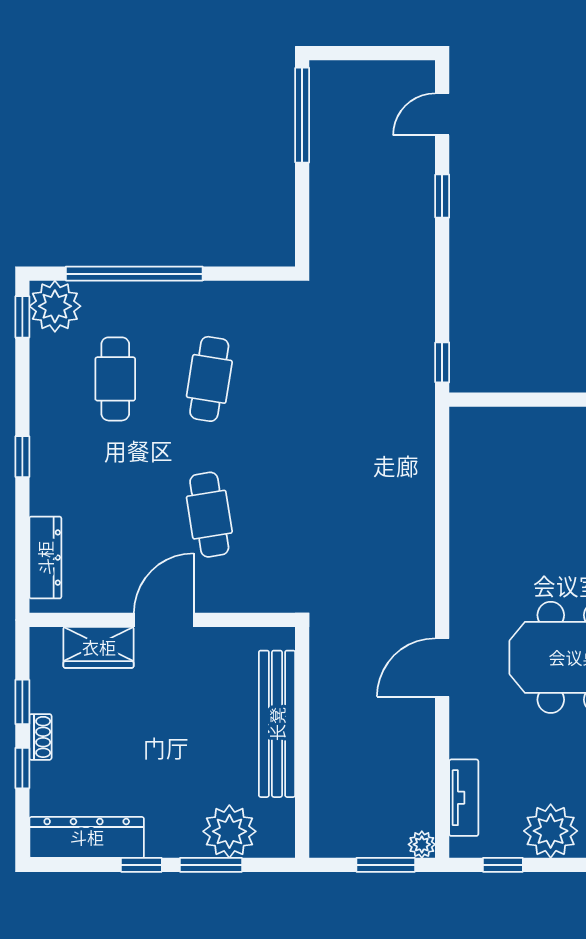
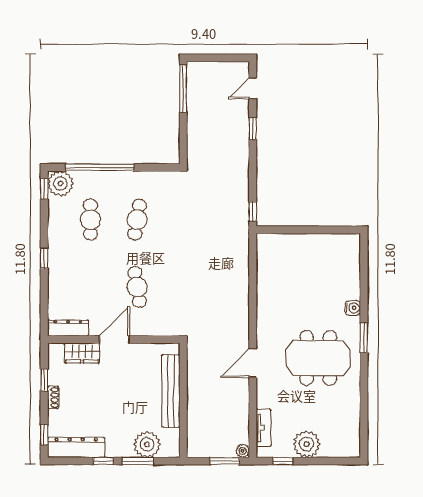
dresser: (45, 558) -> (68, 328), moved, turned -90
window: (22, 768) -> (44, 435), moved

